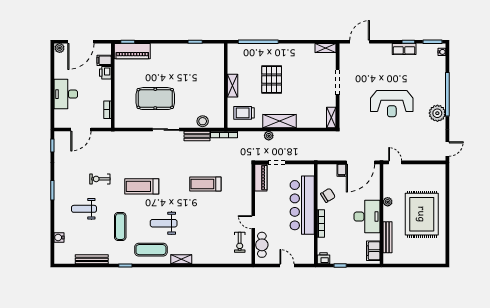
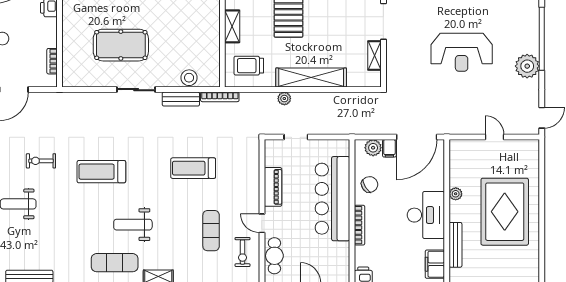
shelving: (331, 118) -> (375, 56), moved
shelving: (280, 121) -> (311, 78), width x1.47
door: (395, 162) -> (495, 137), moved
plant: (330, 170) -> (373, 148), added
piano: (261, 178) -> (273, 187), moved
exercise mat: (120, 227) -> (211, 231), moved

